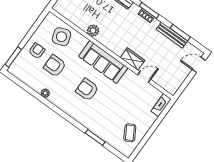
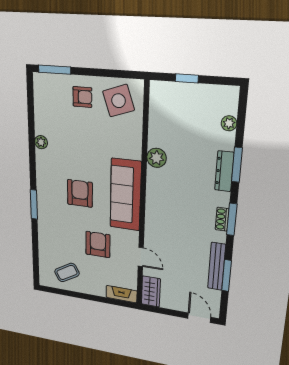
side table: (61, 37) -> (119, 101), moved
wardrobe: (133, 59) -> (151, 291), moved
armchair: (55, 66) -> (98, 244), moved
window: (95, 137) -> (34, 204), moved

